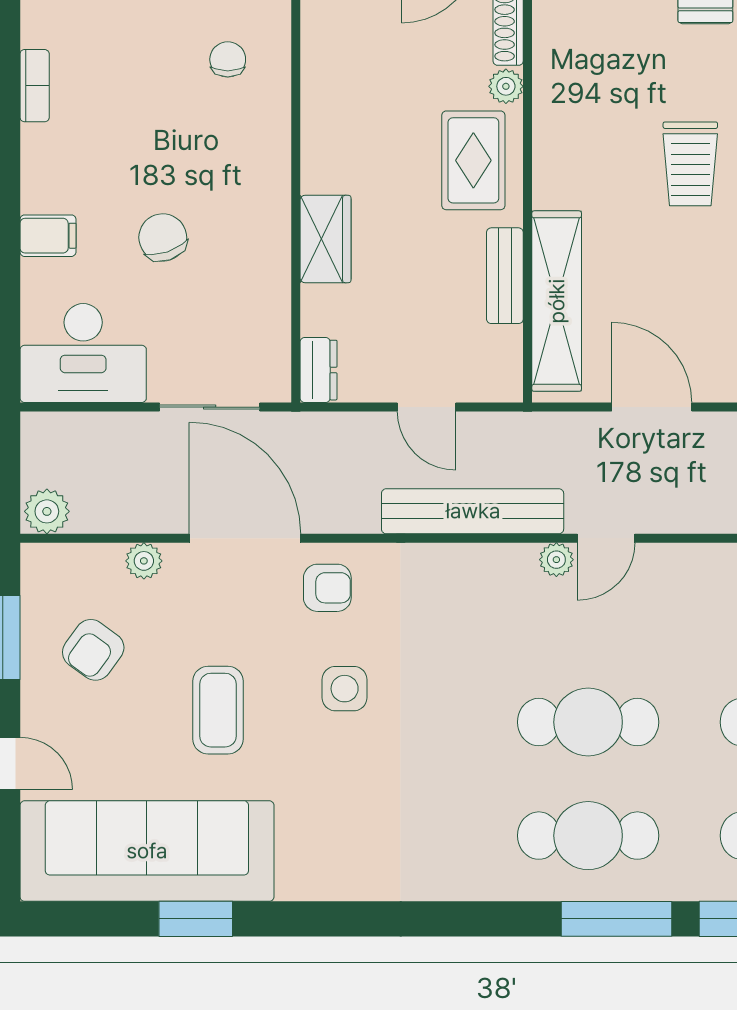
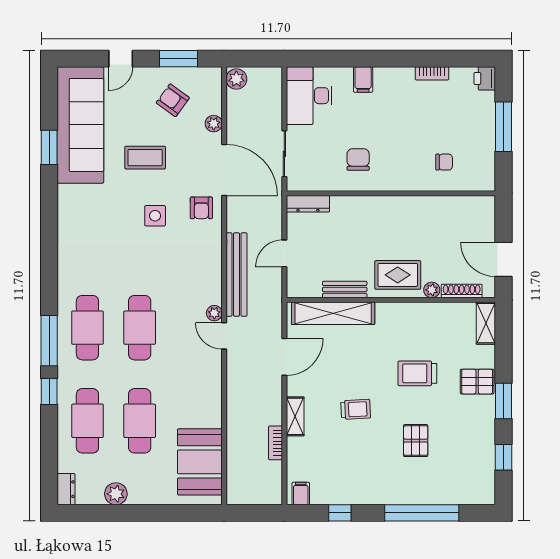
trolley: (690, 164) -> (417, 373), moved
chair: (163, 237) -> (358, 160), moved, turned -71
wardrobe: (325, 239) -> (362, 207), removed
dresser: (318, 370) -> (308, 204), width x1.44
door: (245, 538) -> (224, 170), hinge flipped

